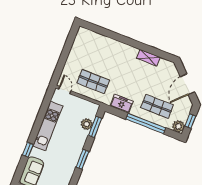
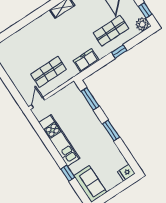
door: (65, 90) -> (38, 102), hinge flipped
window: (146, 123) -> (119, 52), width x0.32
plant: (87, 124) -> (82, 105), removed

